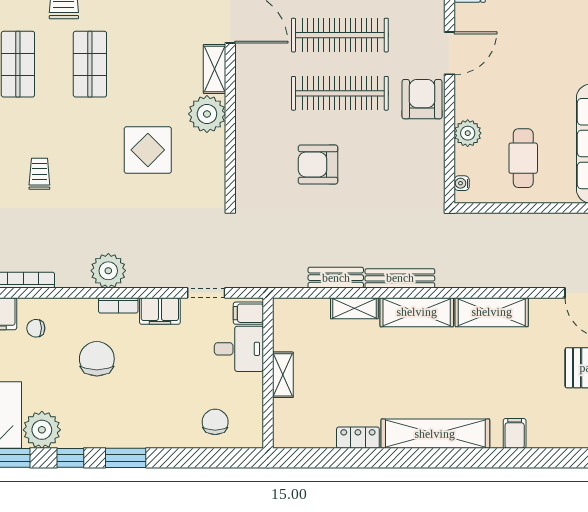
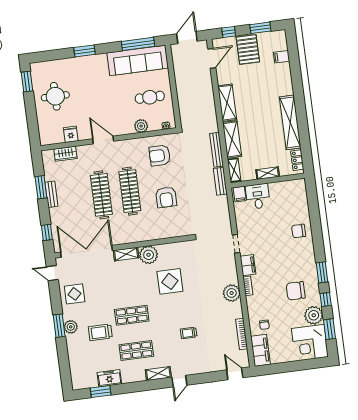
armchair: (422, 99) -> (160, 156), moved
filing cabinet: (248, 313) -> (240, 194), moved
desk: (239, 349) -> (258, 196), moved
chair: (97, 359) -> (296, 291), moved
wall: (268, 373) -> (268, 181), moved
shelving: (283, 375) -> (268, 173), moved
filing cabinet: (515, 433) -> (281, 57), moved

